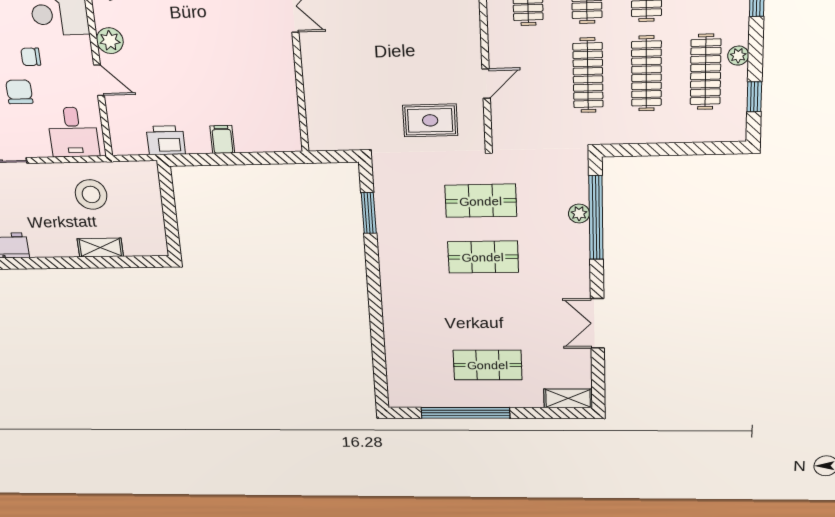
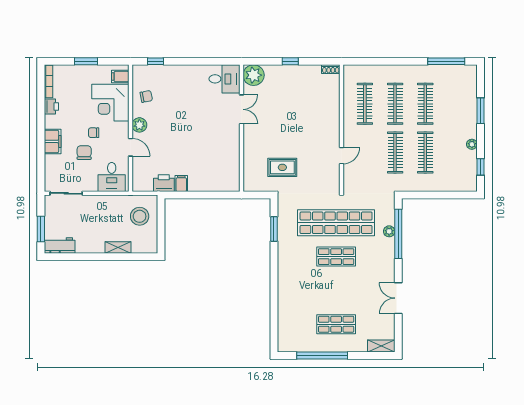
clothes rail: (706, 72) -> (455, 153), removed
rug: (430, 120) -> (282, 167), moved
filing cabinet: (222, 139) -> (181, 183), moved
stool: (91, 194) -> (140, 216), moved
shop shelf: (481, 201) -> (336, 223), width x2.00, depth x1.36

